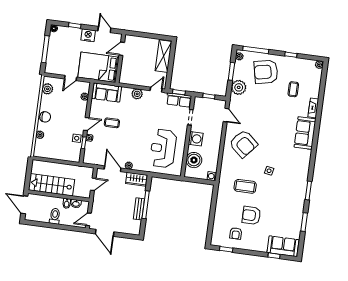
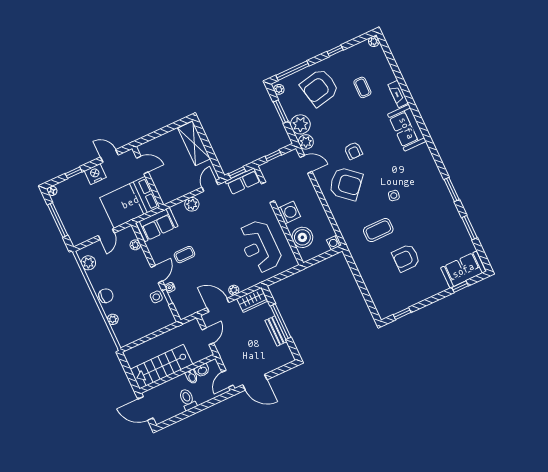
door: (122, 49) -> (142, 165), swing flipped
plant: (235, 101) -> (306, 142), added
armchair: (236, 233) -> (353, 151), moved

